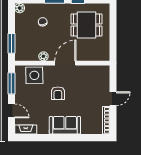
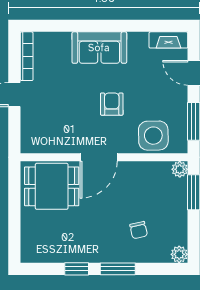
dining table: (86, 25) -> (52, 186), moved
plant: (43, 56) -> (180, 169), moved

